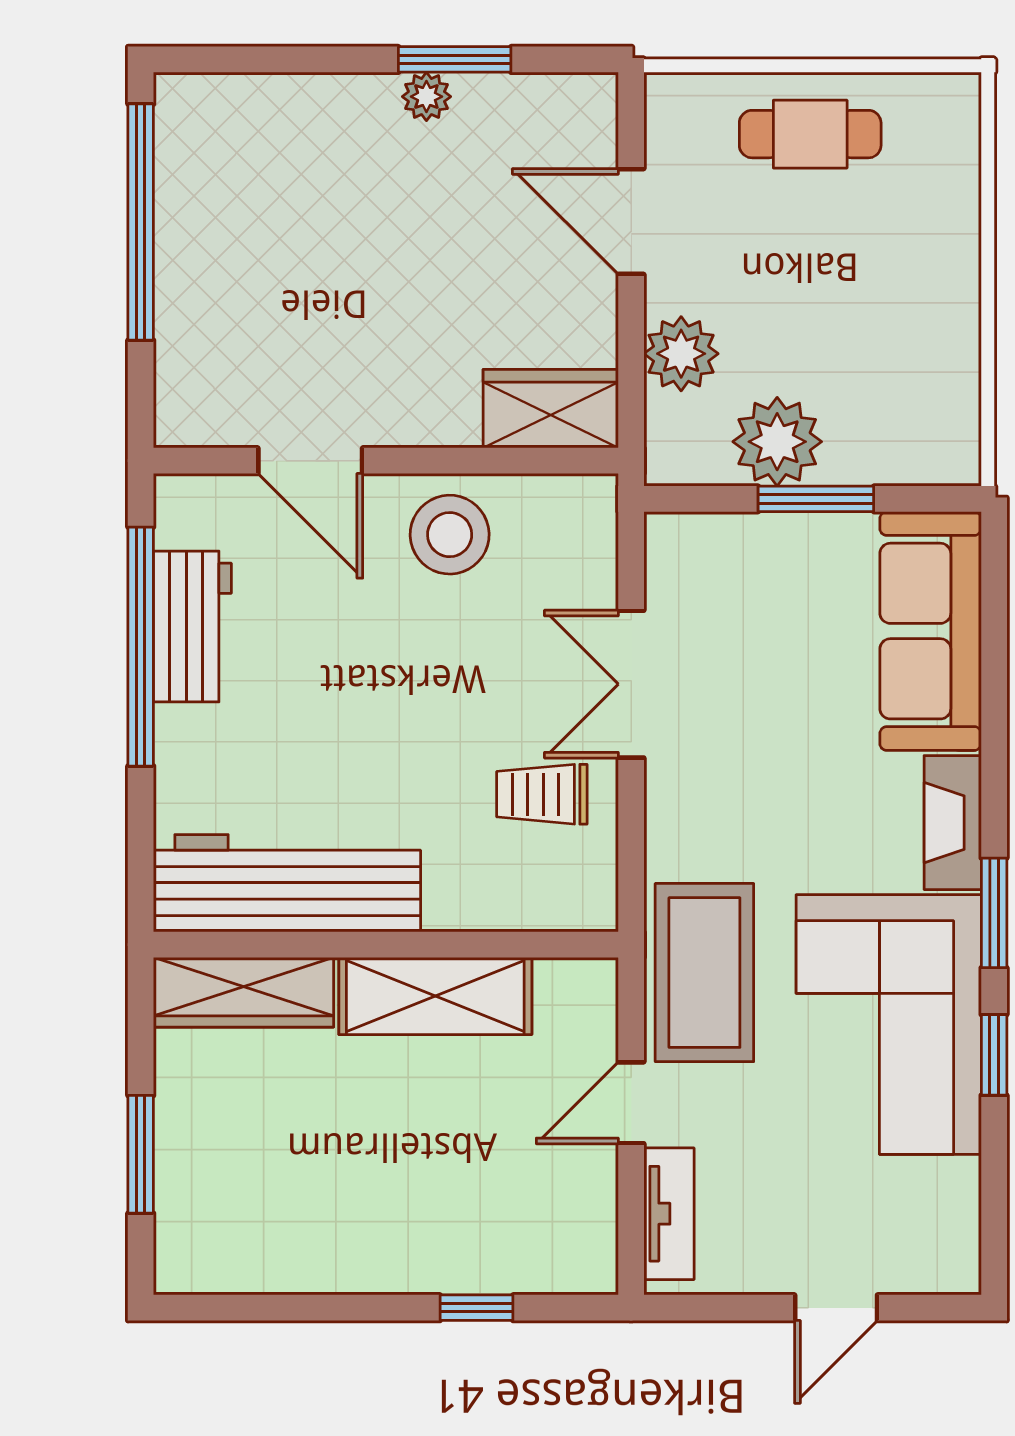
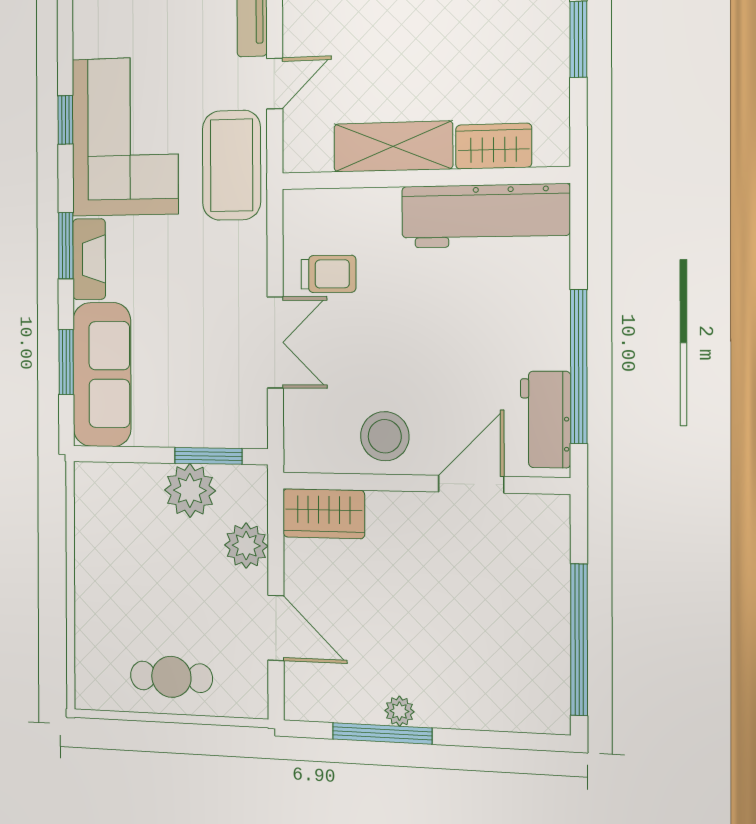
window: (455, 59) -> (382, 734), width x1.44
door: (310, 461) -> (471, 484), hinge flipped
window: (816, 499) -> (208, 456), moved
workbench: (192, 627) -> (546, 419), moved
window: (994, 651) -> (66, 362), added
window: (994, 913) -> (66, 246), moved
wardrobe: (244, 992) -> (494, 146), width x0.67

